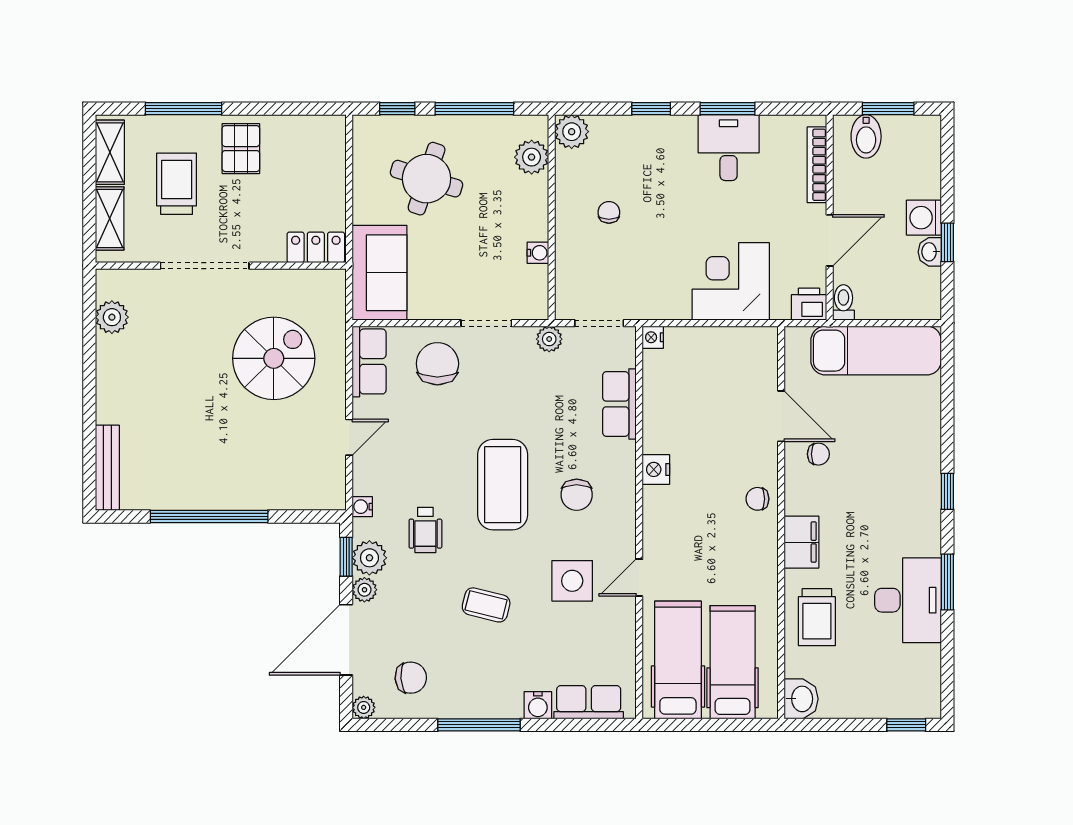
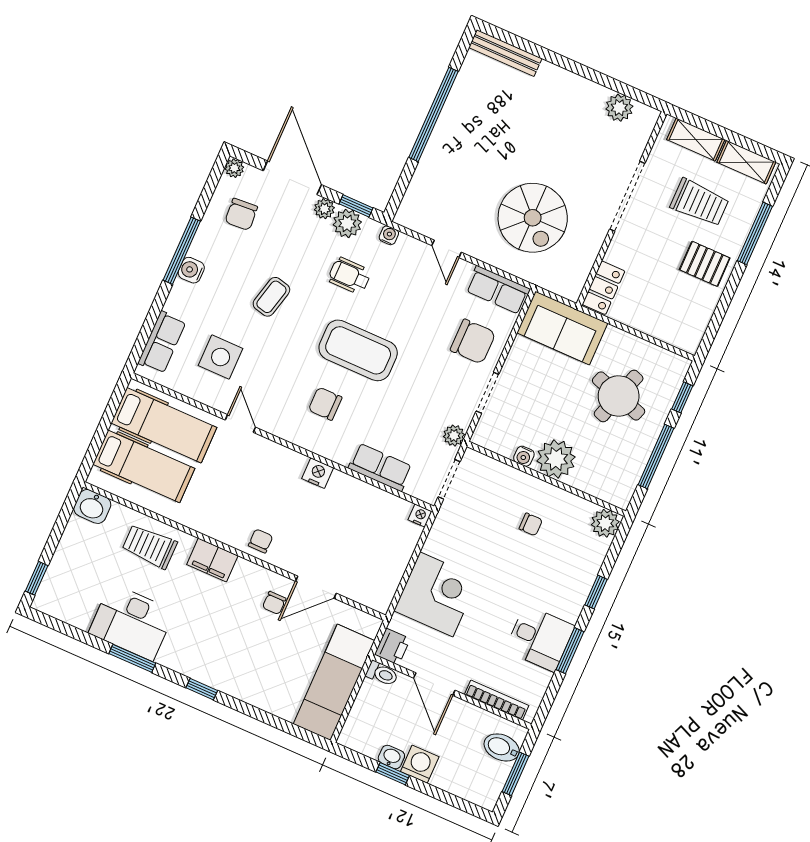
plant: (532, 157) -> (556, 459), moved, width x1.36, depth x1.36
side table: (572, 581) -> (221, 357), moved
water cooler: (538, 705) -> (191, 270), moved

